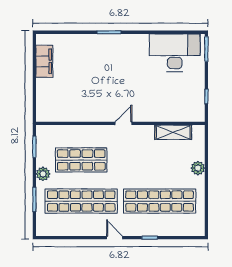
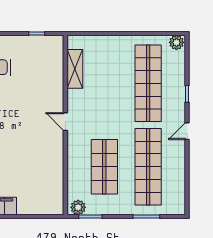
plant: (198, 168) -> (176, 42), moved
plant: (43, 174) -> (78, 207), moved

